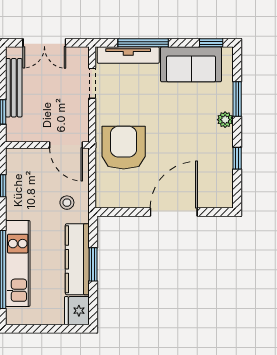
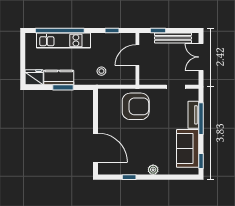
tv unit: (128, 55) -> (193, 115), width x0.71
window: (237, 99) -> (166, 177), removed
door: (66, 145) -> (137, 55), moved
door: (174, 212) -> (96, 148), moved
kitchen counter: (77, 259) -> (59, 78), width x0.67

